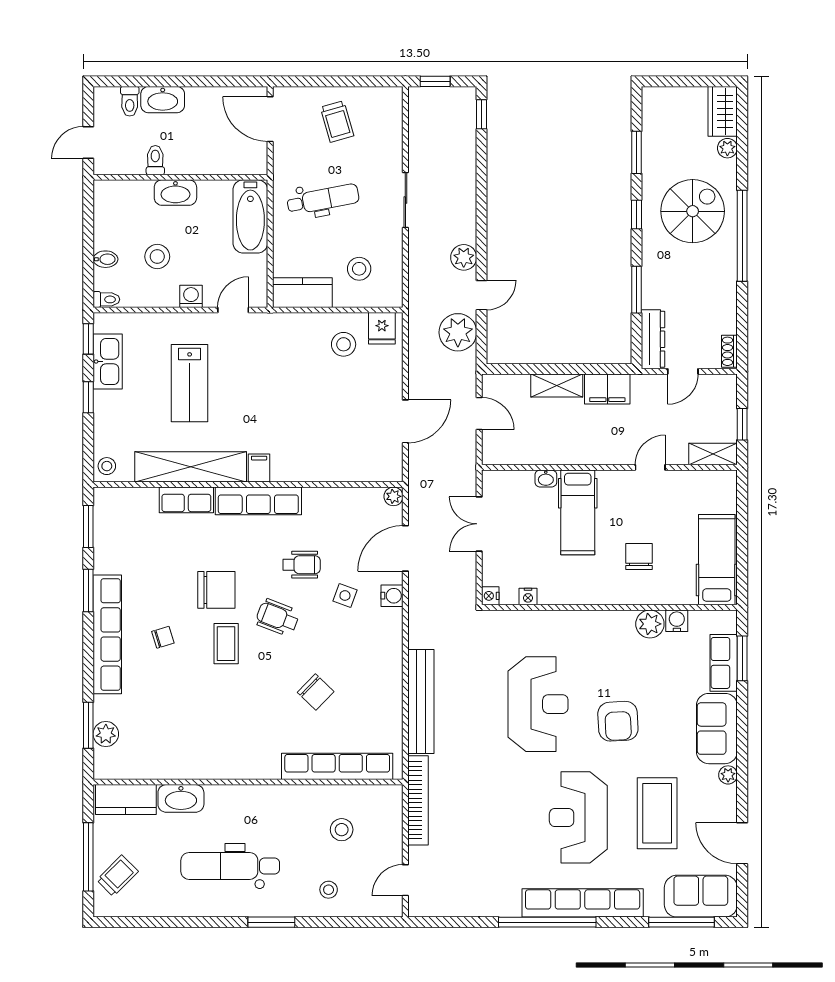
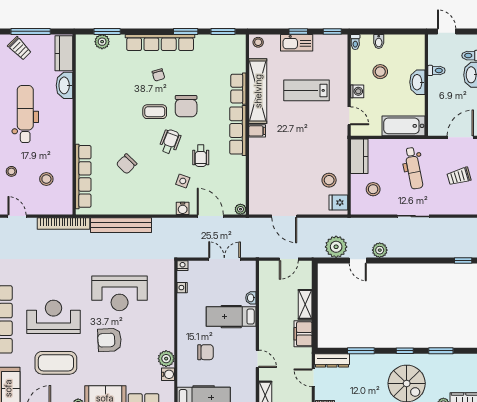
kitchen sink: (108, 362) -> (297, 43), moved

